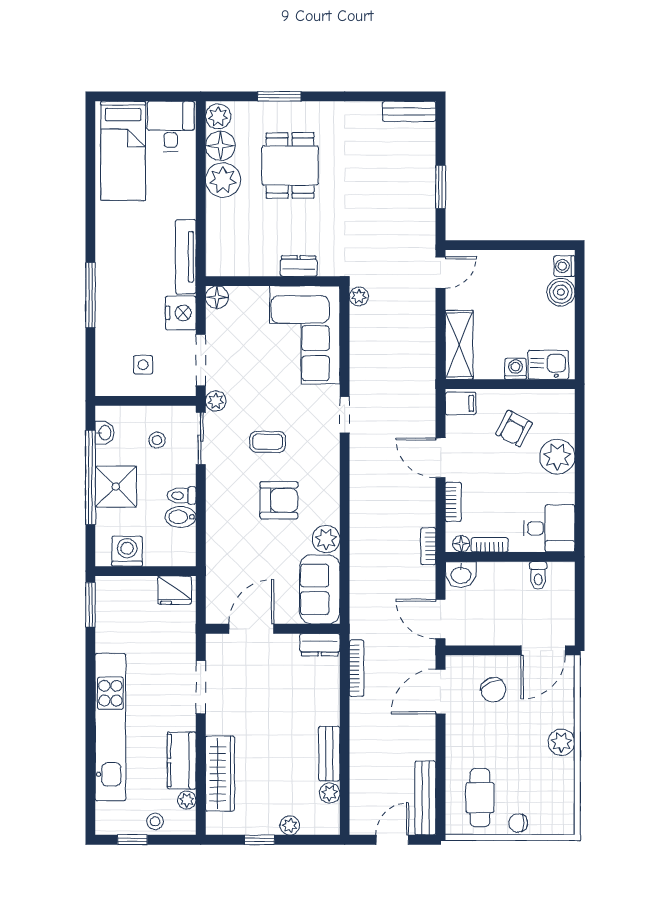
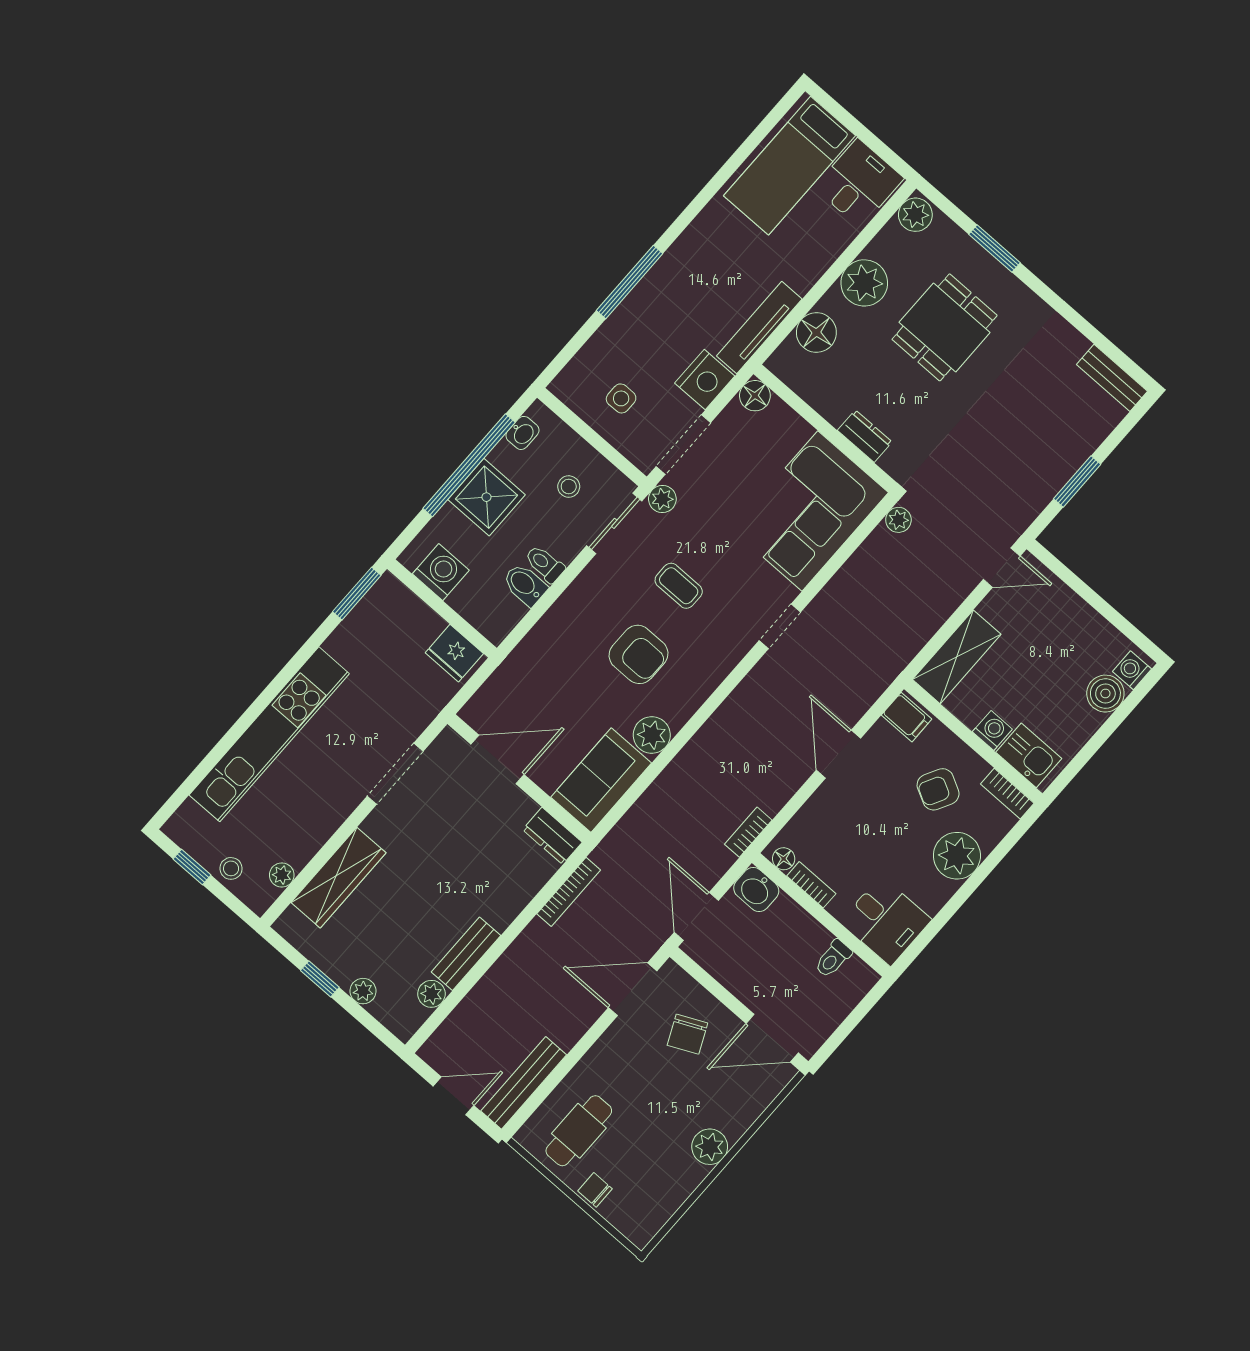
floor lamp: (220, 146) -> (816, 332), moved
bookcase: (453, 502) -> (1007, 794), moved, turned 90
kitchen counter: (182, 760) -> (311, 831), removed

